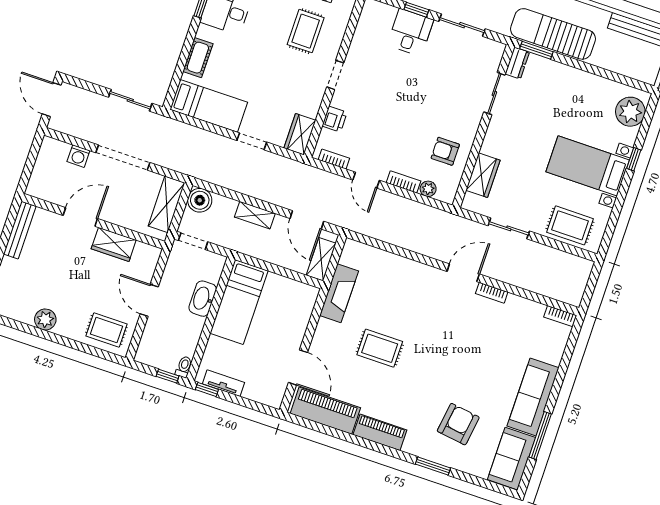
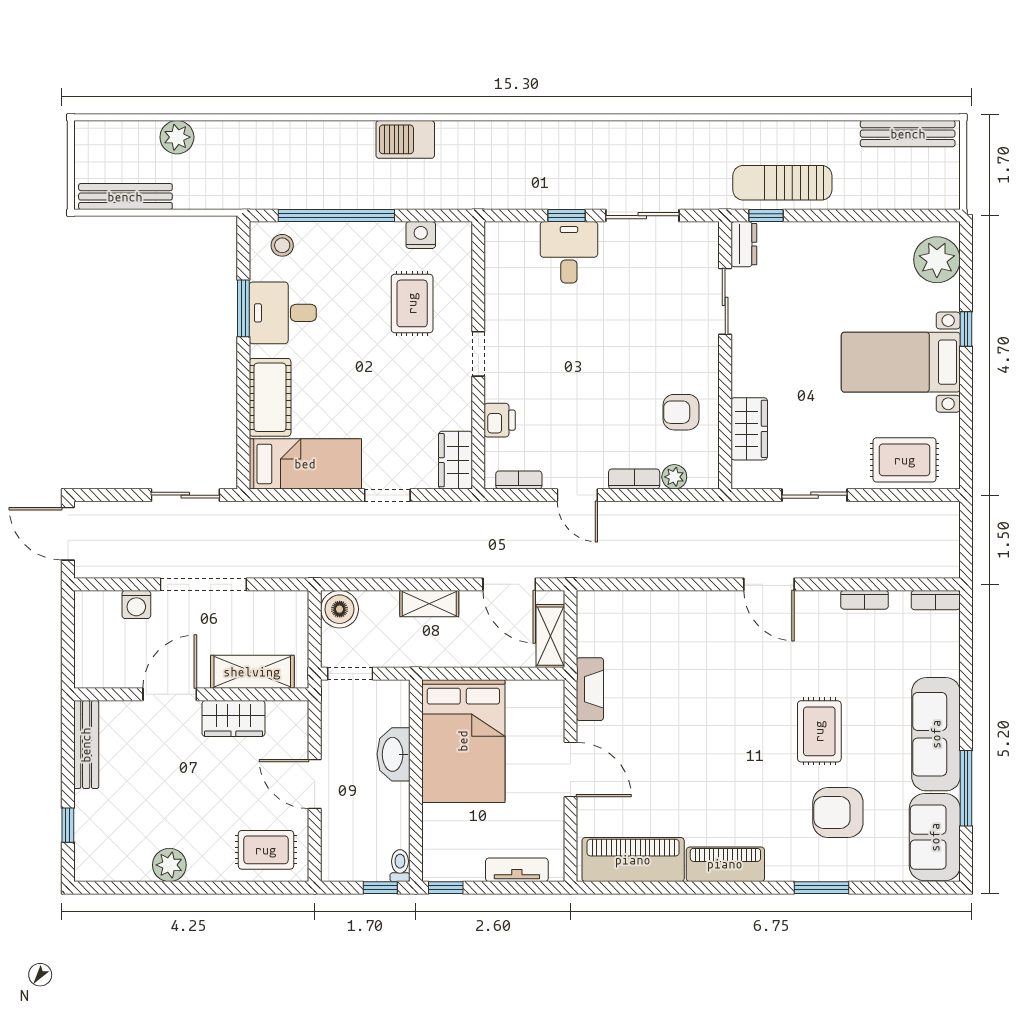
sun lounger: (553, 34) -> (782, 183), width x0.73, depth x0.75
window: (536, 50) -> (766, 216), width x0.67
cot: (198, 58) -> (270, 397), width x1.37, depth x1.34
shelving: (167, 204) -> (252, 672), moved, turned 90
door: (463, 273) -> (769, 584), swing flipped
fireplace: (339, 293) -> (590, 689), width x0.73, depth x0.76
bookcase: (492, 293) -> (864, 600), moved
bed: (239, 302) -> (463, 741), width x1.50
rug: (380, 348) -> (819, 731), moved, turned 90
door: (298, 367) -> (570, 770), moved
tv unit: (224, 383) -> (517, 870), moved
armchair: (458, 424) -> (838, 812), turned -98

